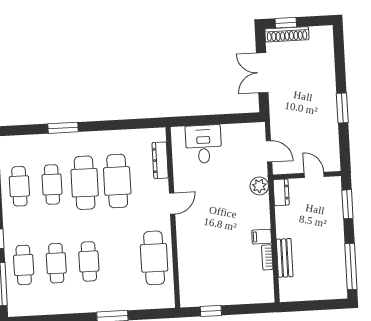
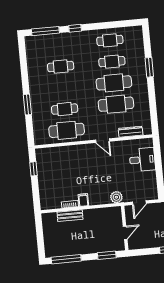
dresser: (281, 192) -> (113, 212), removed
cafe table: (89, 261) -> (65, 109), moved
cafe table: (24, 265) -> (59, 45), removed

